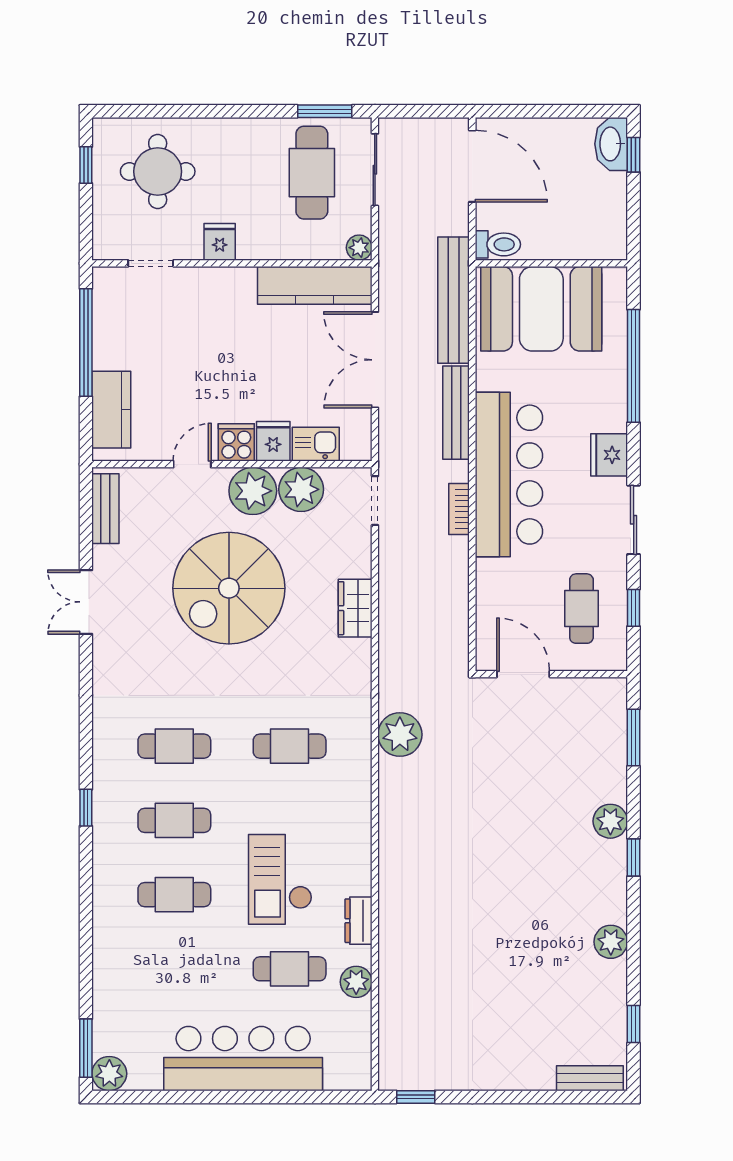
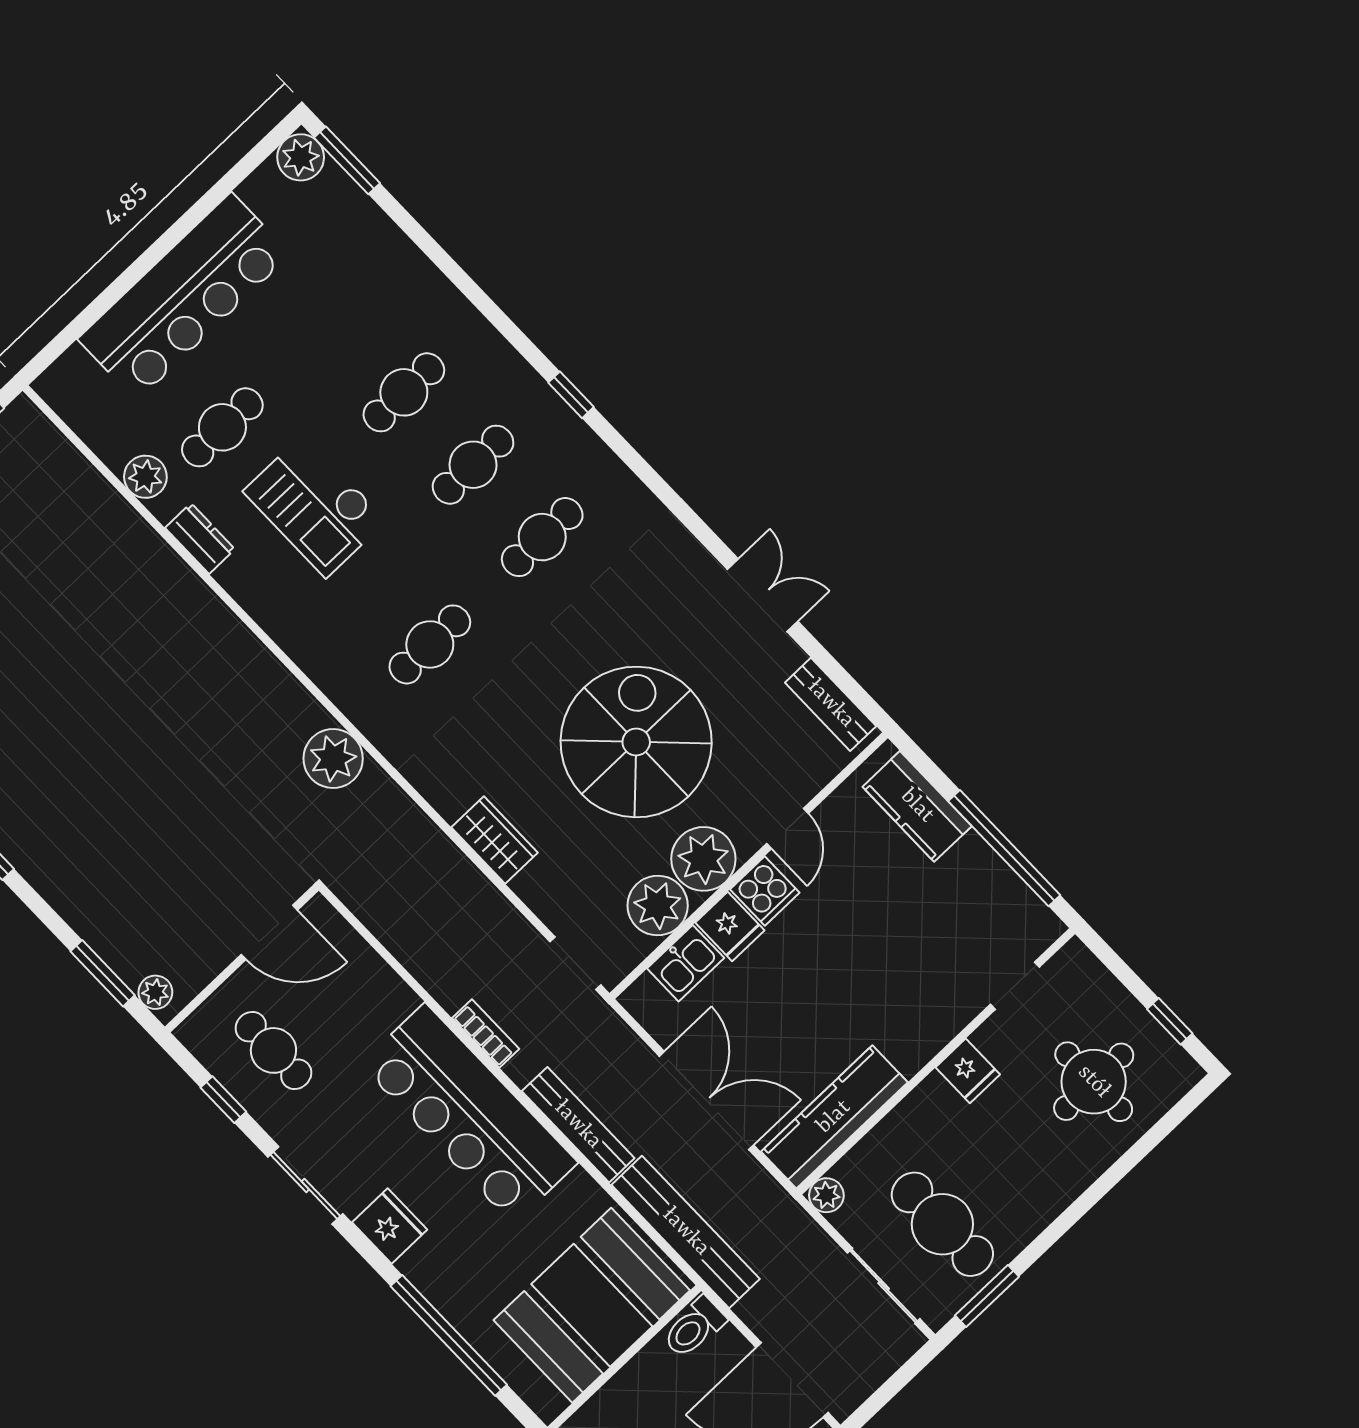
plant: (610, 821) -> (155, 992), moved, width x0.73, depth x0.73
checkout: (280, 879) -> (315, 506), turned 180

